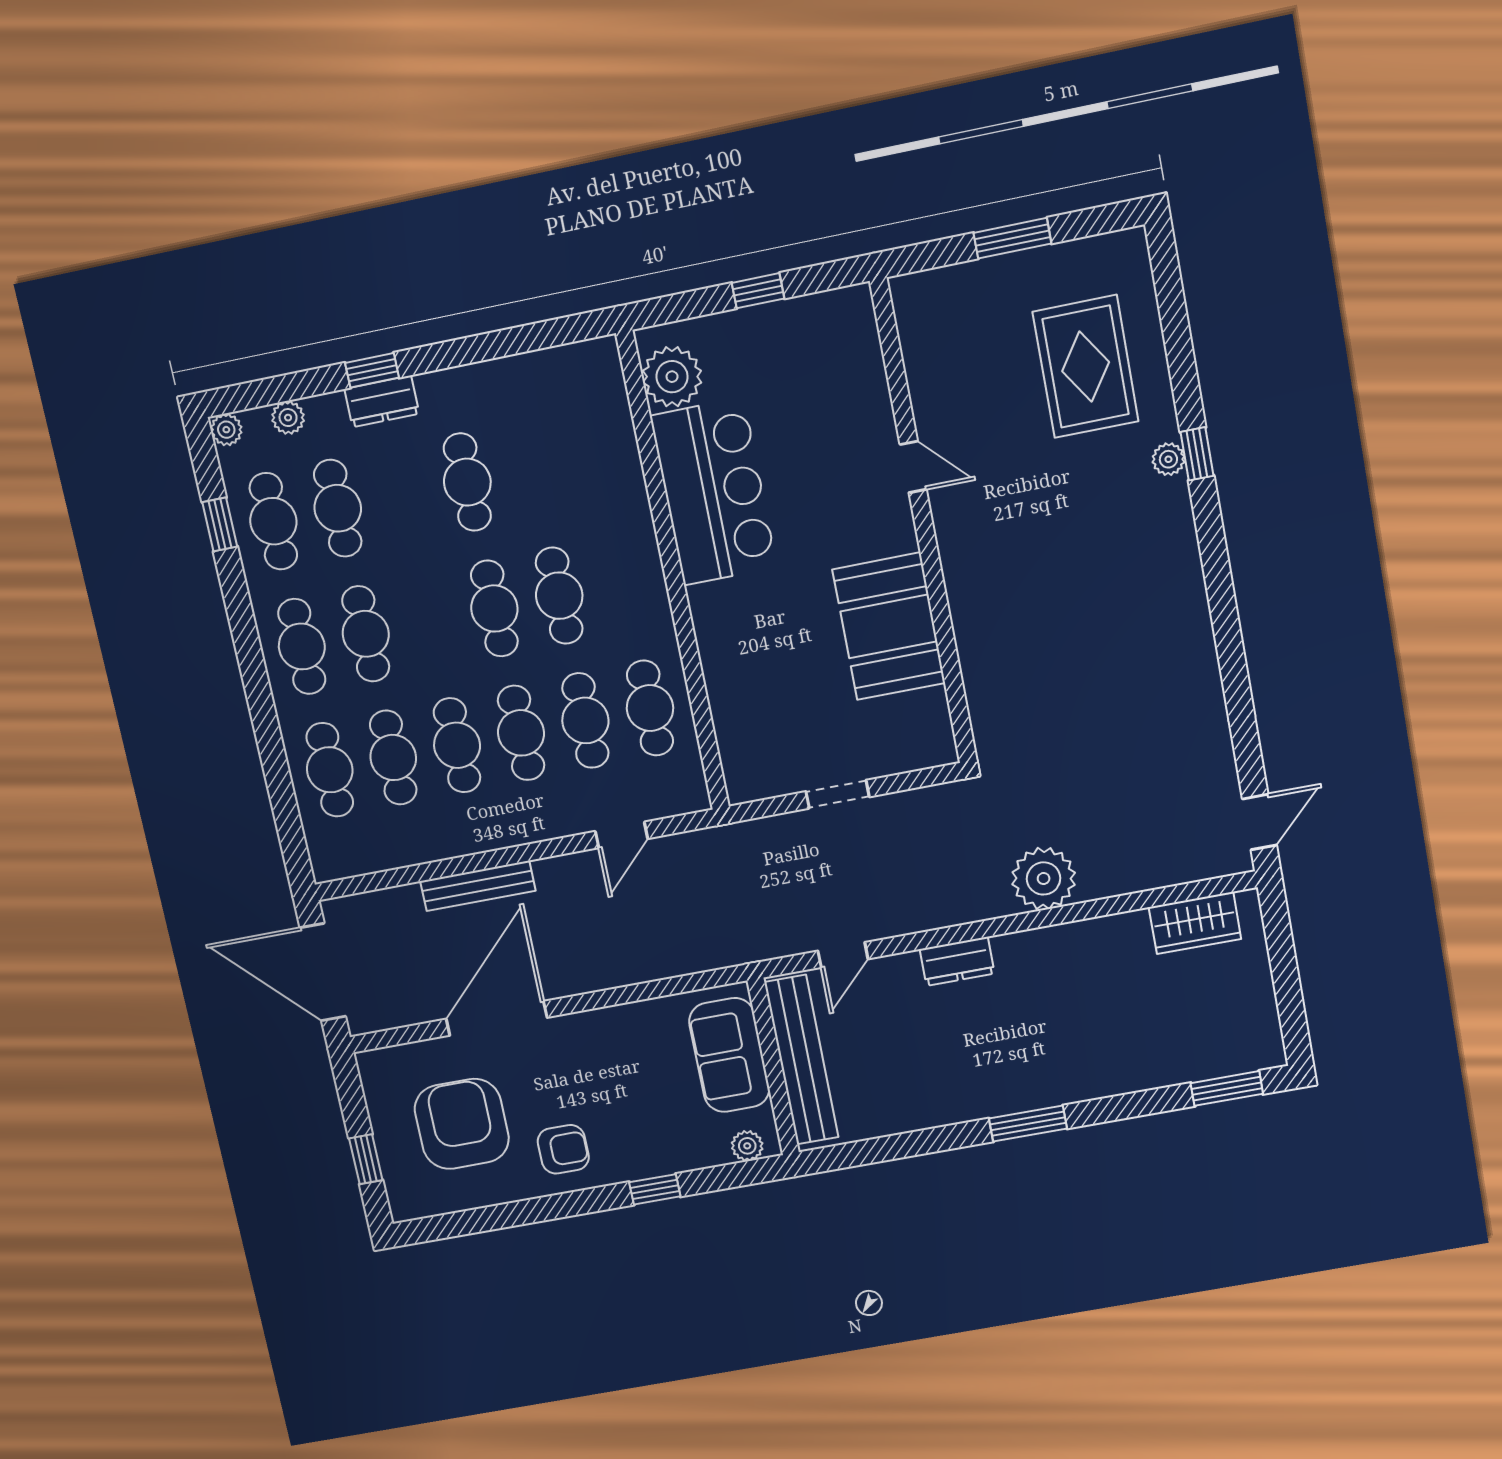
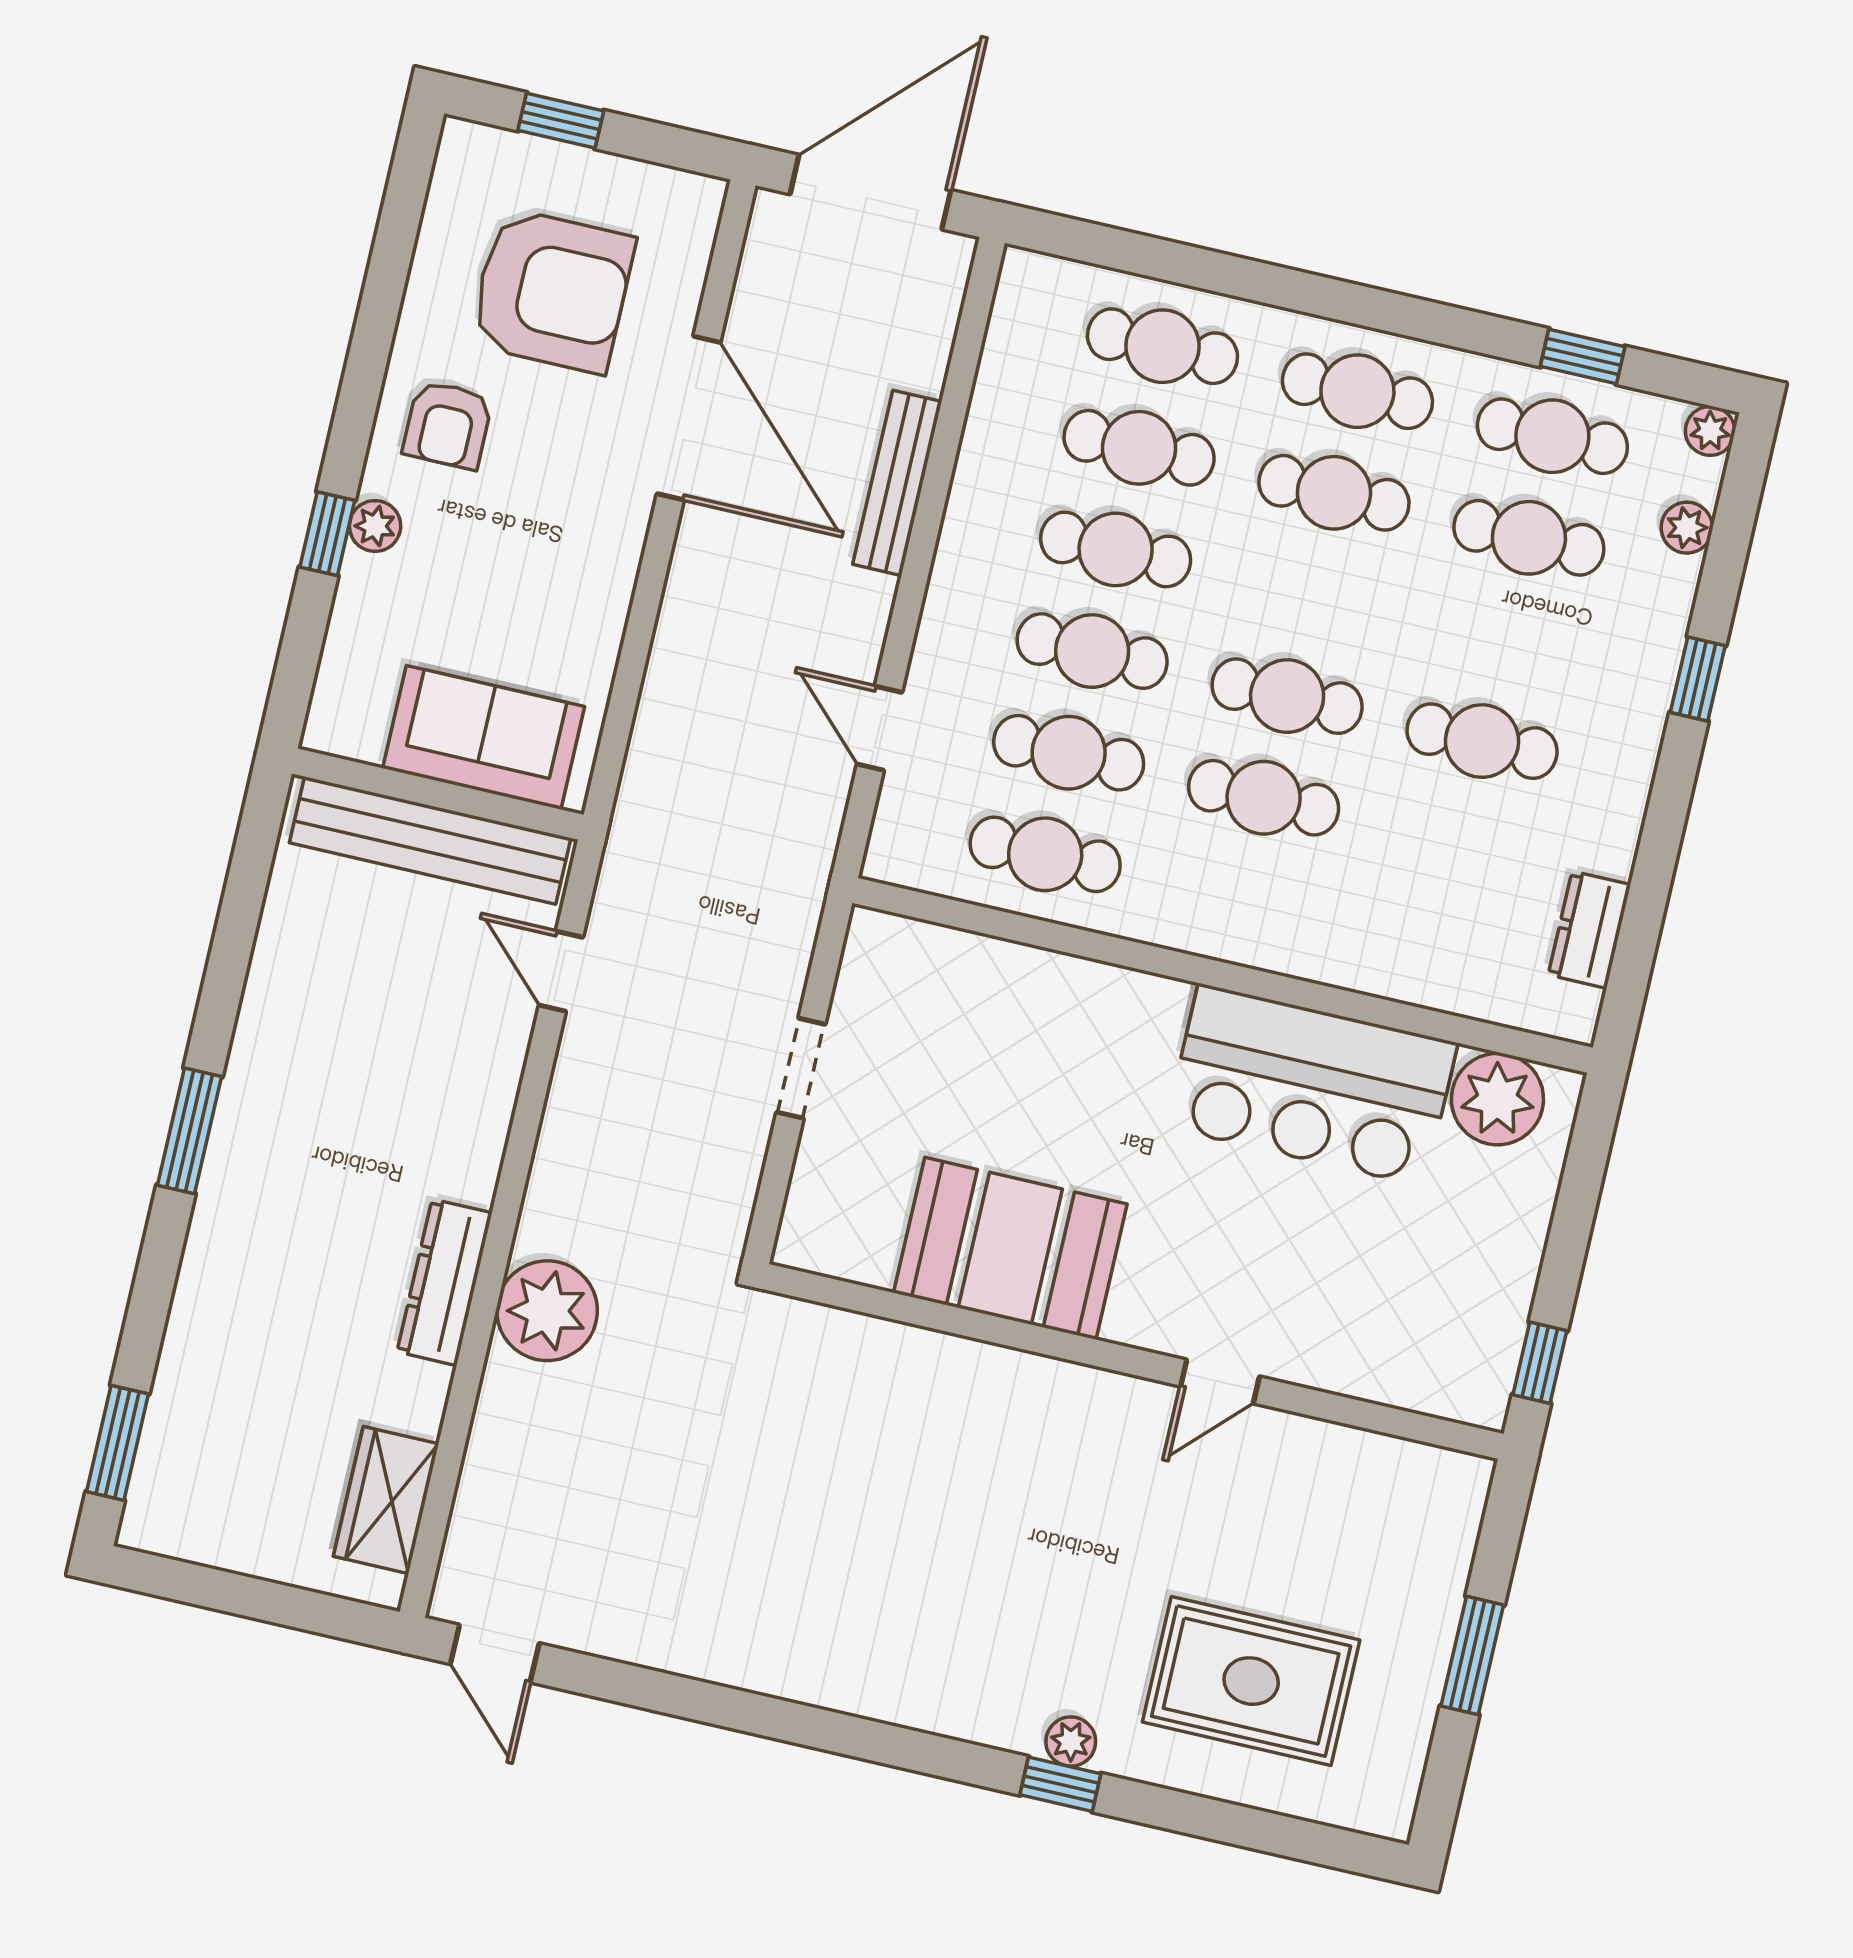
window: (758, 291) -> (1540, 1363), moved
dresser: (382, 401) -> (1589, 930), moved
dresser: (957, 961) -> (444, 1282), moved, width x1.44
plant: (747, 1146) -> (375, 526), moved

